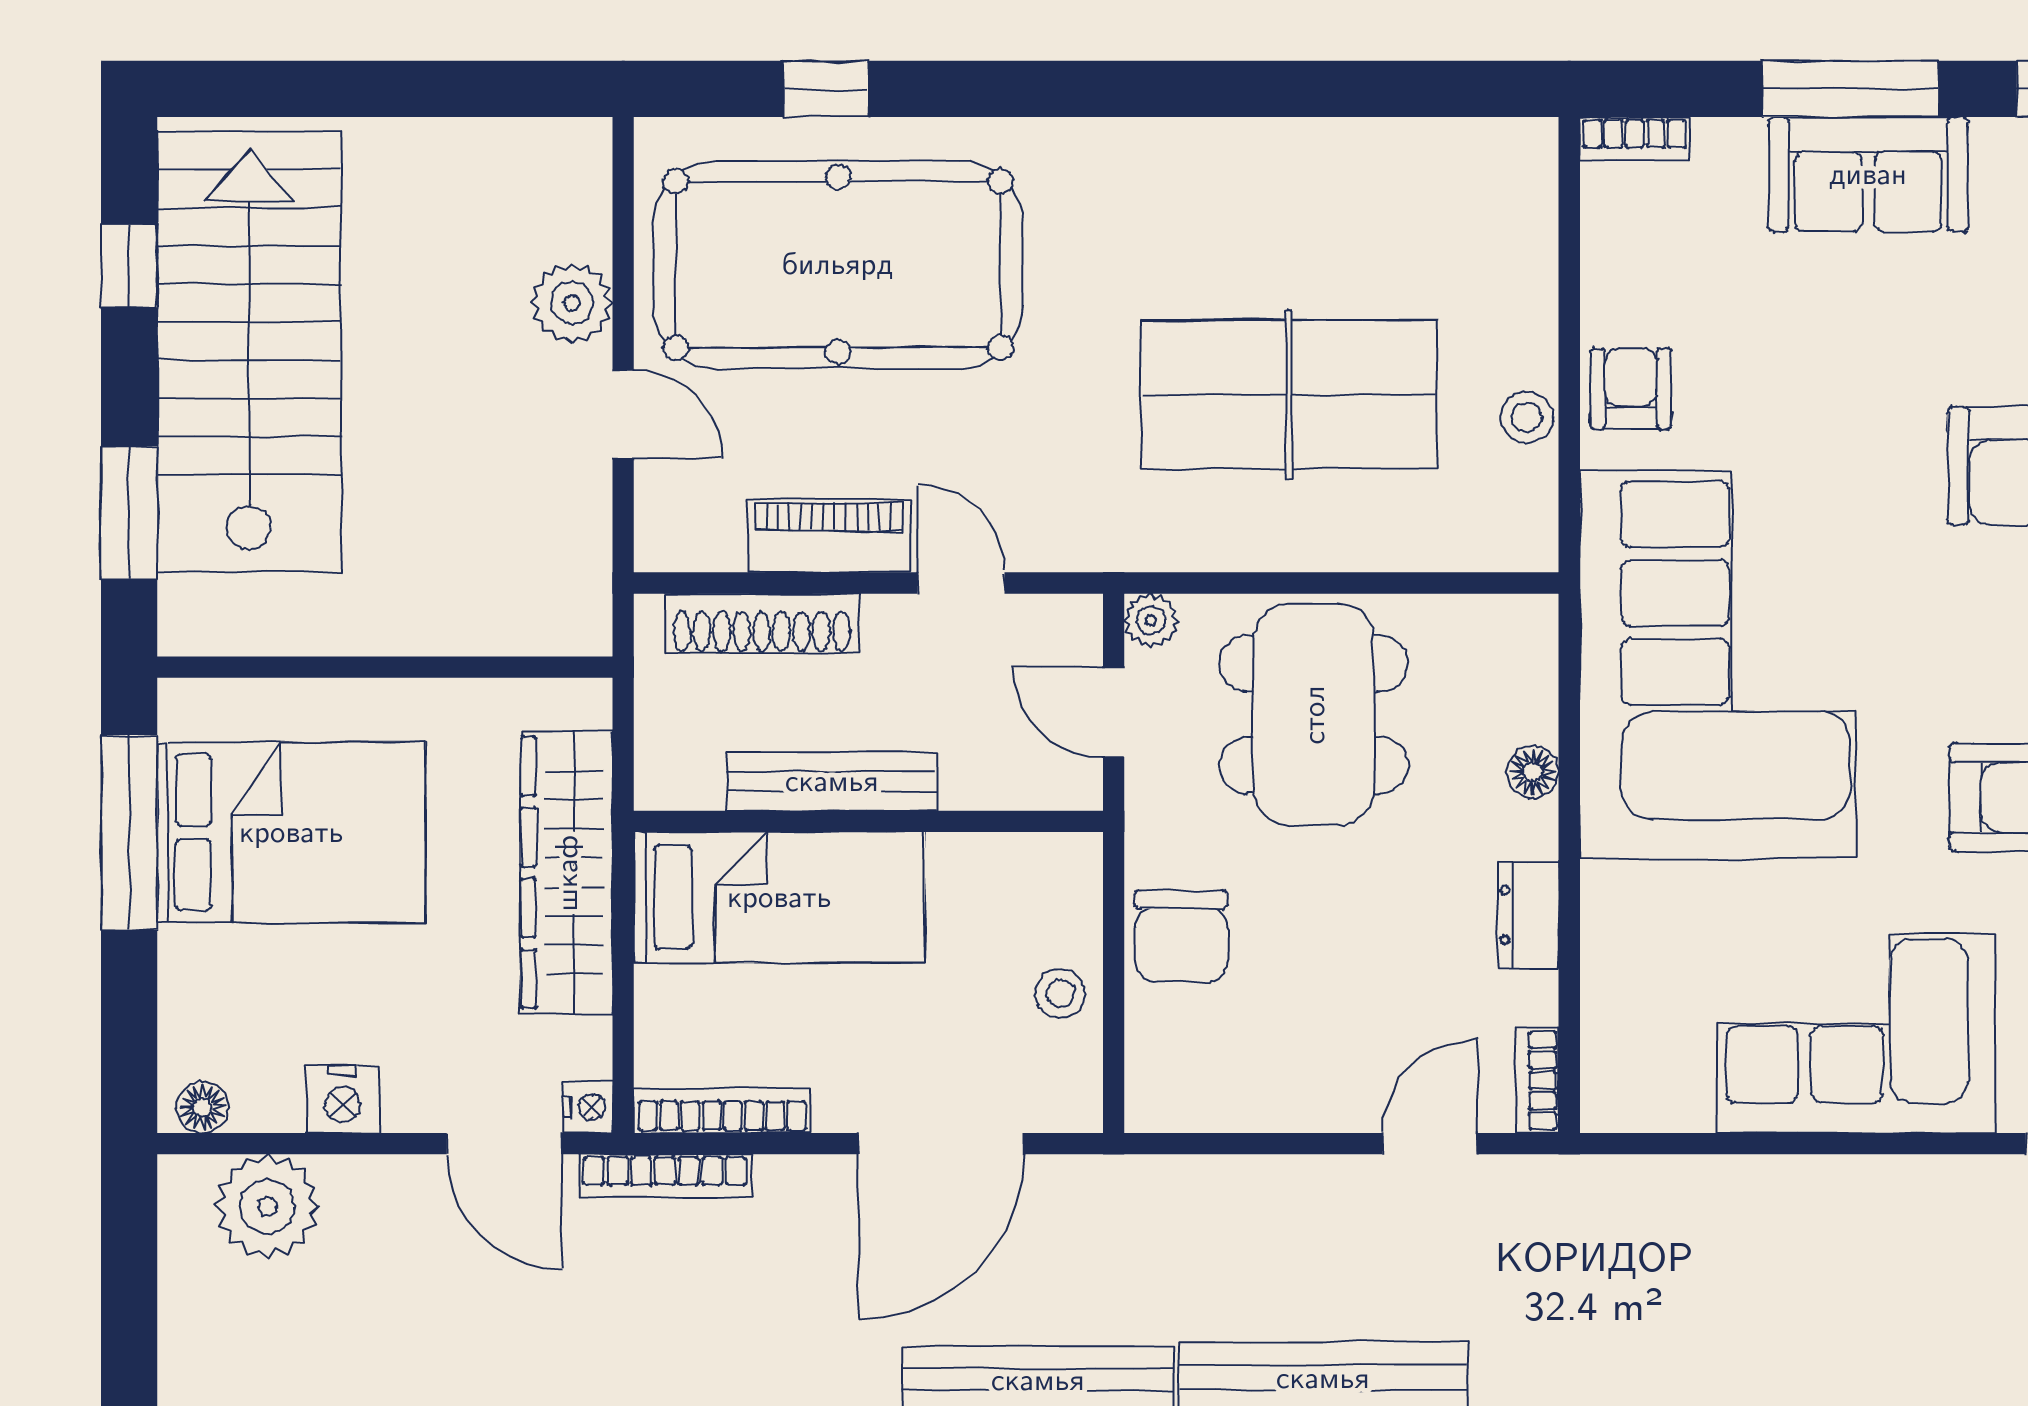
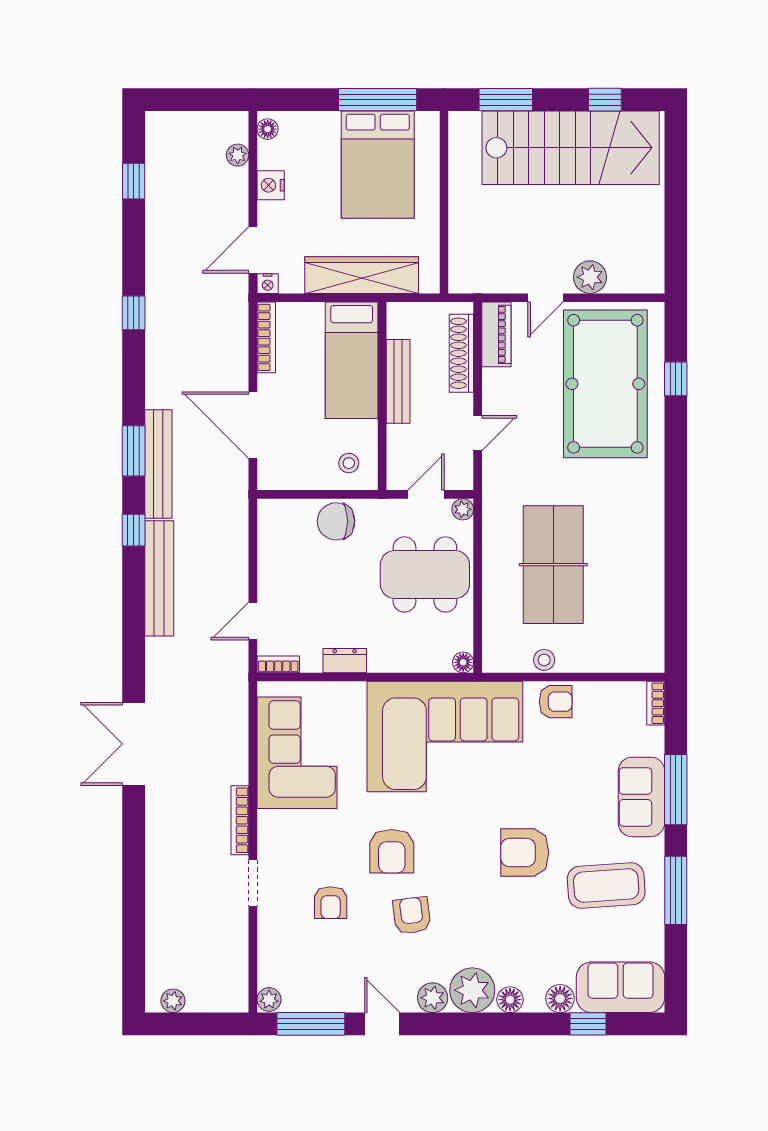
piano: (829, 536) -> (496, 334), moved
floor lamp: (1533, 772) -> (463, 662), moved
stool: (1060, 993) -> (349, 463), moved
corner sofa: (1856, 1034) -> (297, 753), moved
door: (1430, 1144) -> (253, 621), swing flipped
bookcase: (665, 1176) -> (240, 820), moved
plant: (267, 1206) -> (238, 155), width x0.53, depth x0.53

